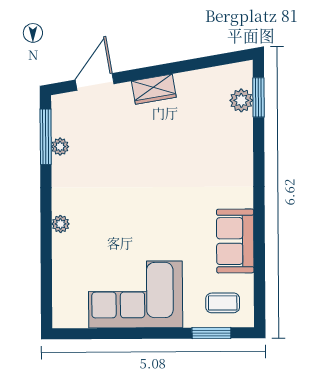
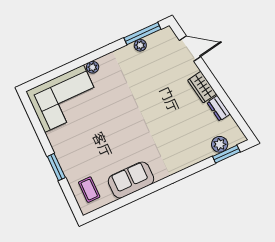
dresser: (192, 80) -> (219, 108), added
corner sofa: (136, 294) -> (64, 99), moved, turned 90
window: (211, 333) -> (56, 167), moved

